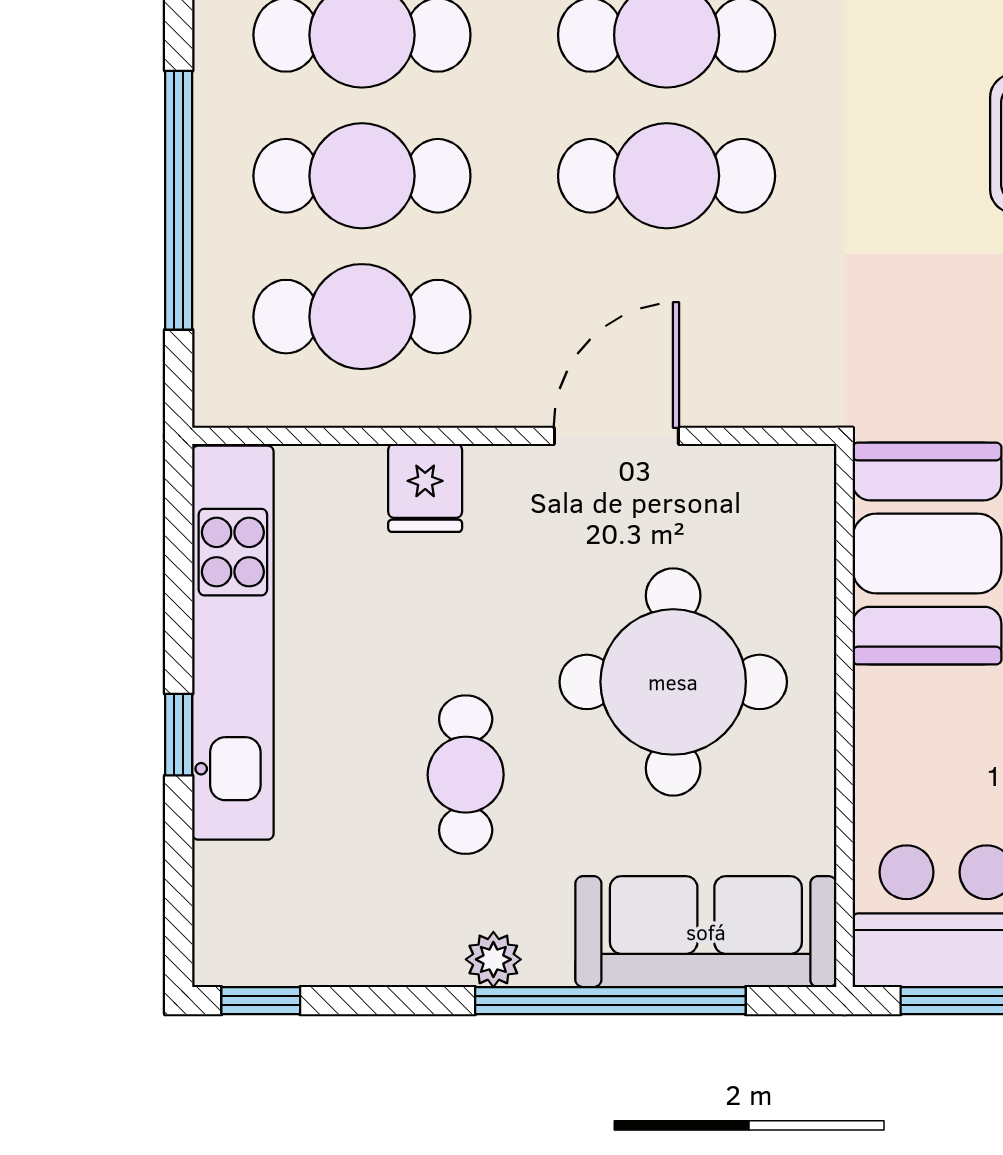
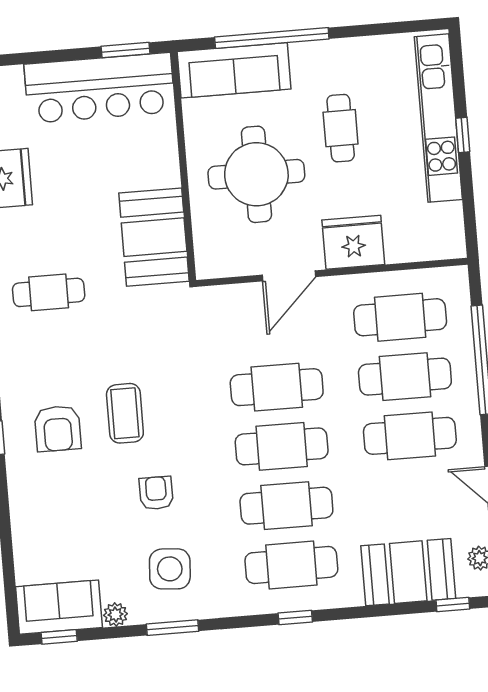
fridge: (425, 488) -> (353, 242), width x1.88, depth x1.34
kitchen unit: (233, 643) -> (438, 118), moved
plant: (493, 959) -> (323, 51), removed
window: (261, 1001) -> (419, 26), removed

